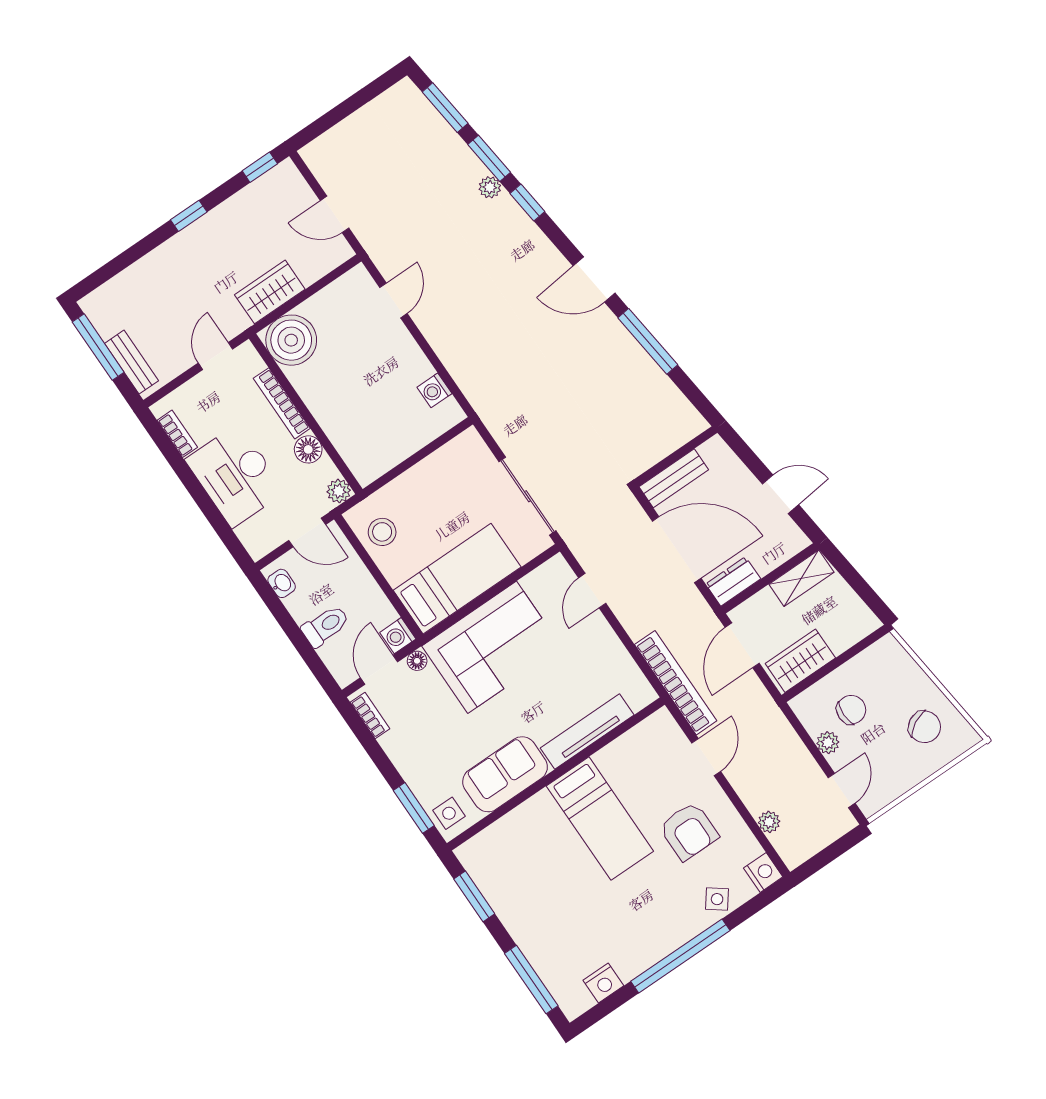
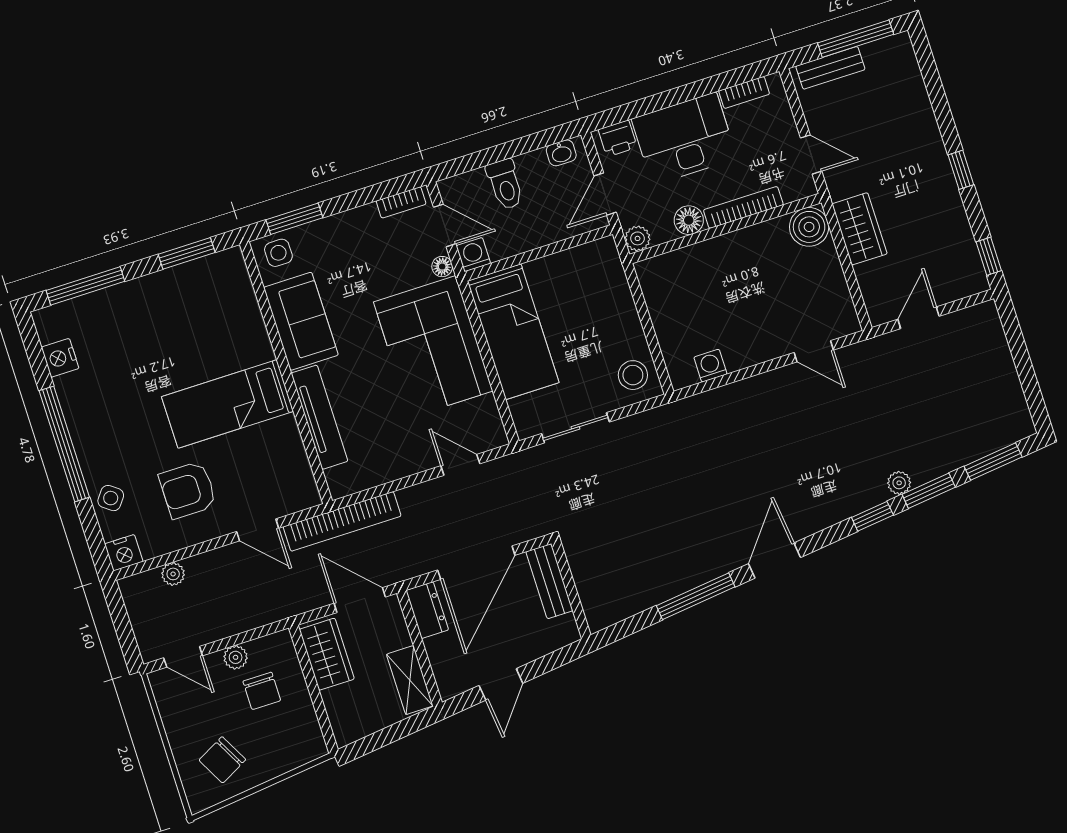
boiler: (291, 340) -> (809, 227), width x0.73, depth x0.73
sliding door: (527, 496) -> (575, 428), width x0.73
stool: (382, 532) -> (633, 375), moved
printer: (253, 536) -> (618, 138), added

